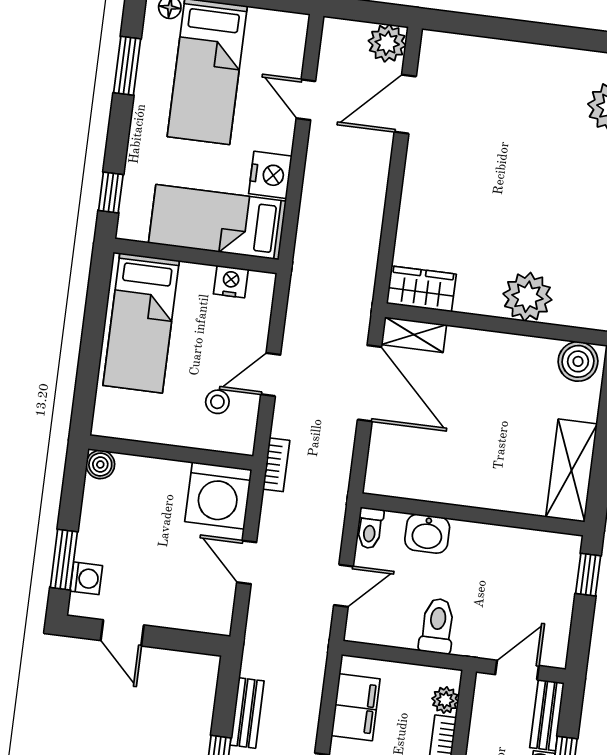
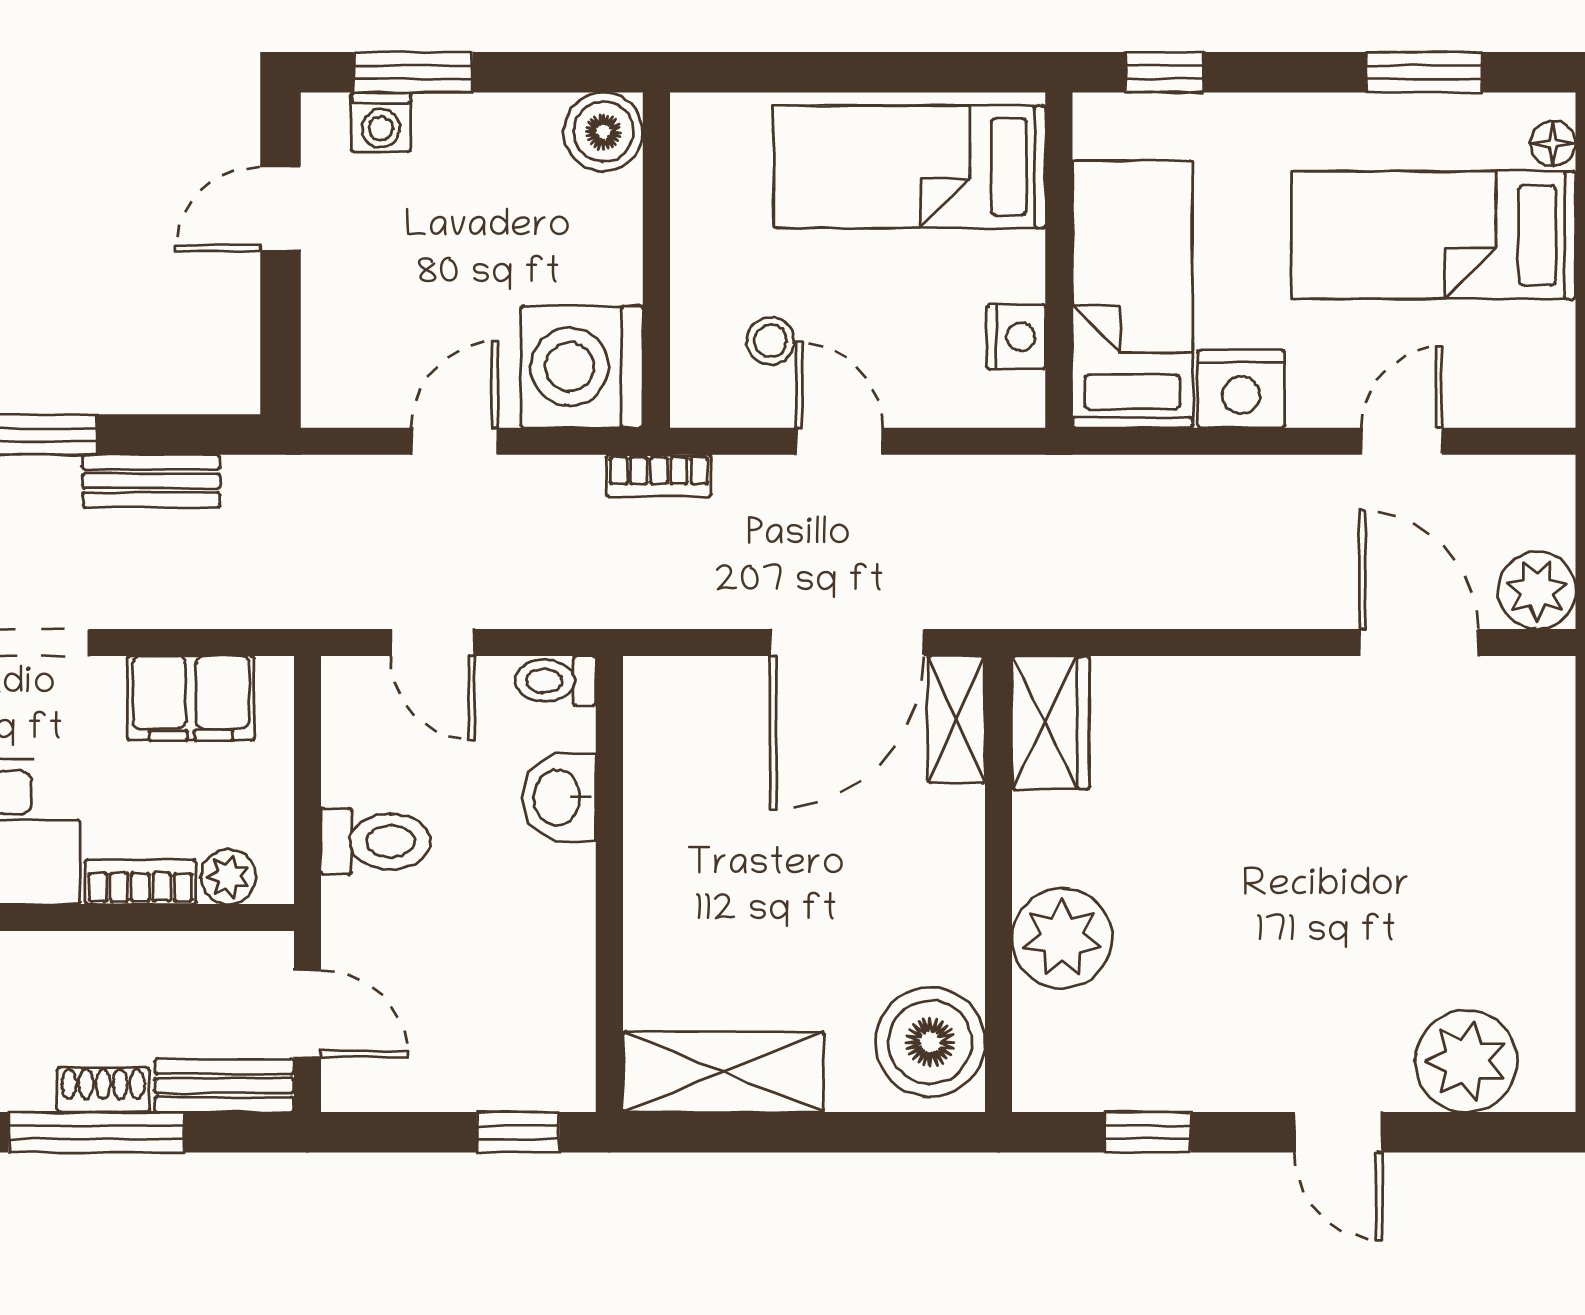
boiler: (578, 361) -> (930, 1042), width x1.37, depth x1.37
boiler: (100, 464) -> (603, 132), width x1.36, depth x1.36

